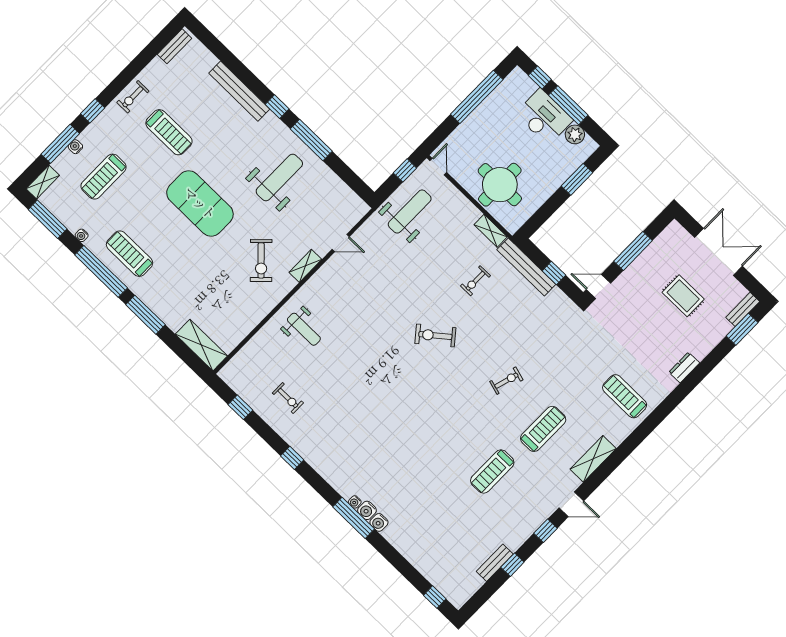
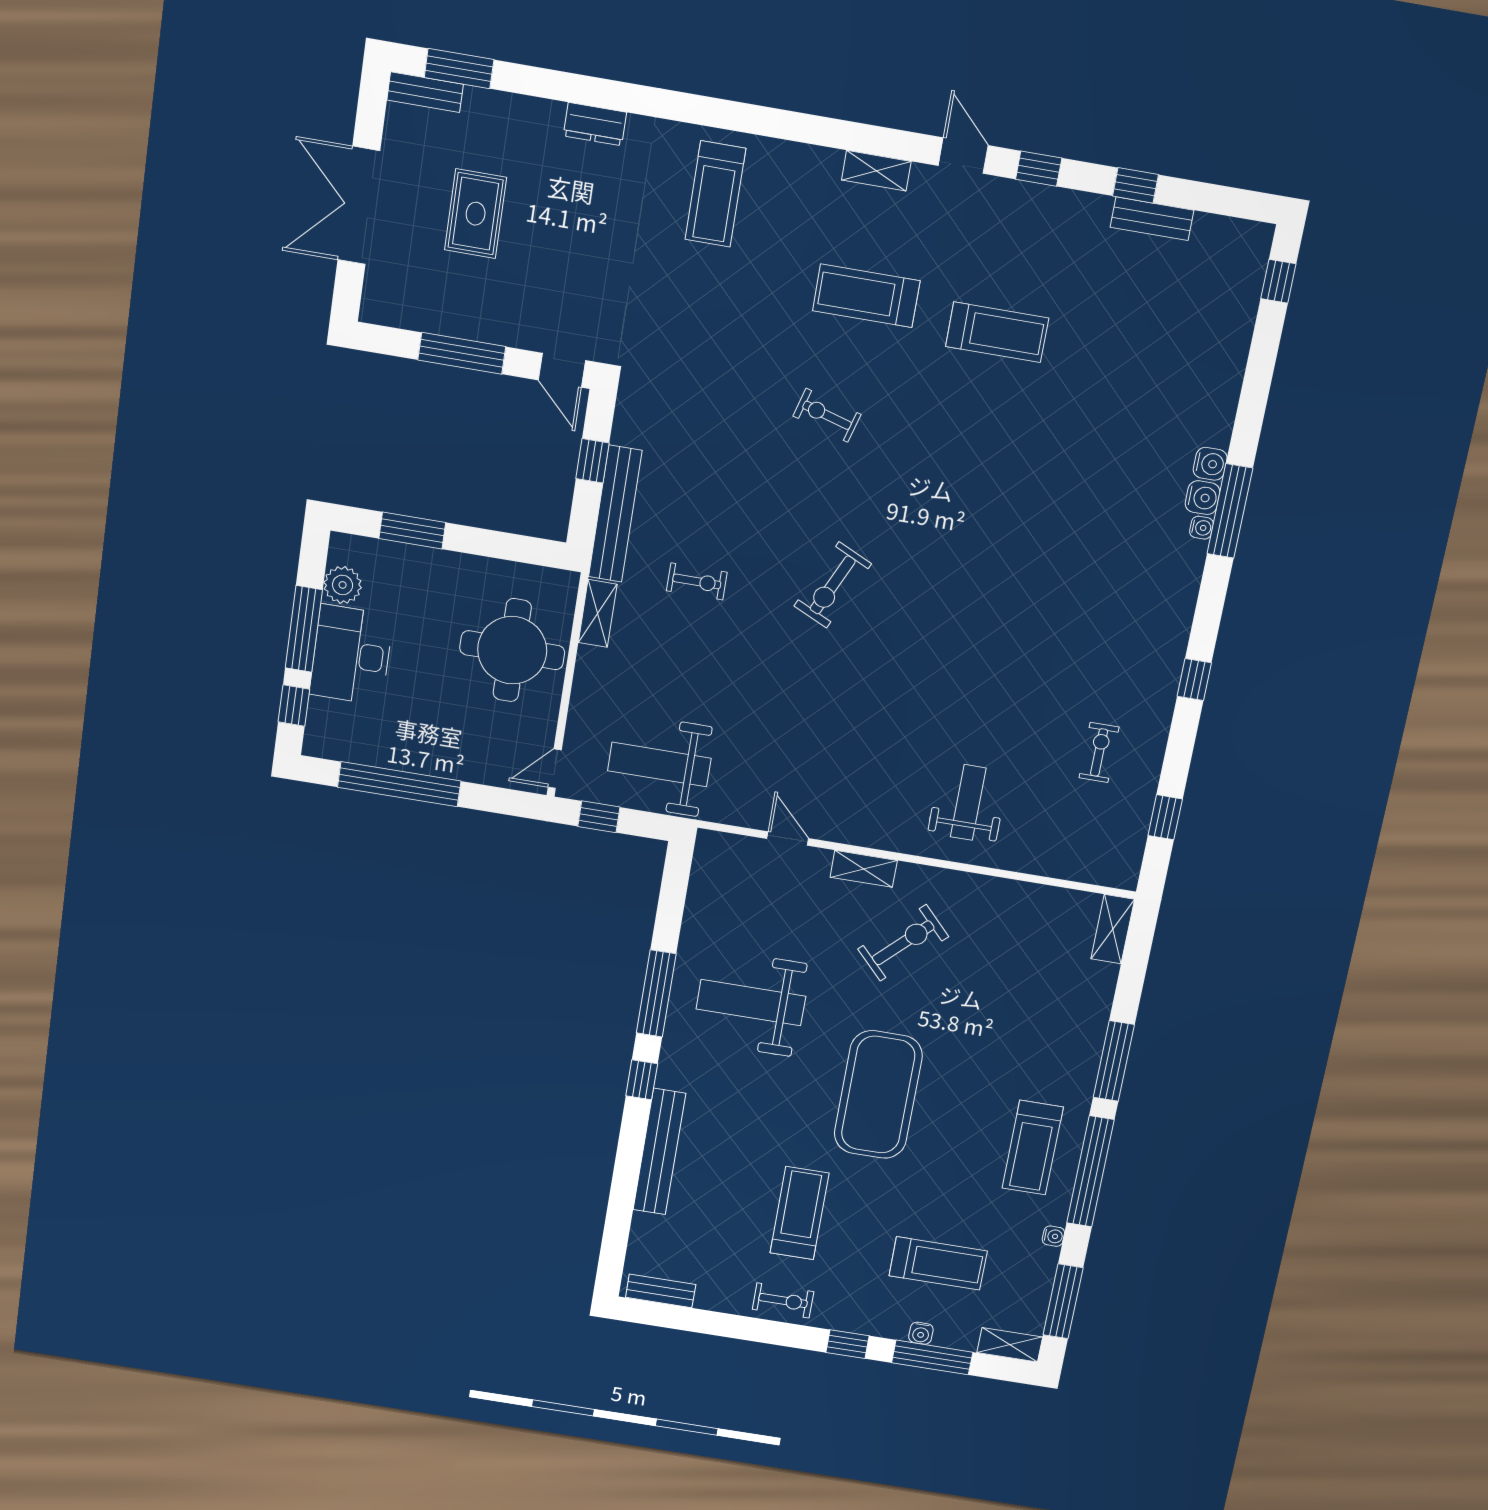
exercise bike: (435, 336) -> (833, 585), turned 64
shelving: (201, 345) -> (1113, 929), width x0.67, depth x0.75
shelving: (593, 459) -> (876, 171), width x0.67, depth x0.75

